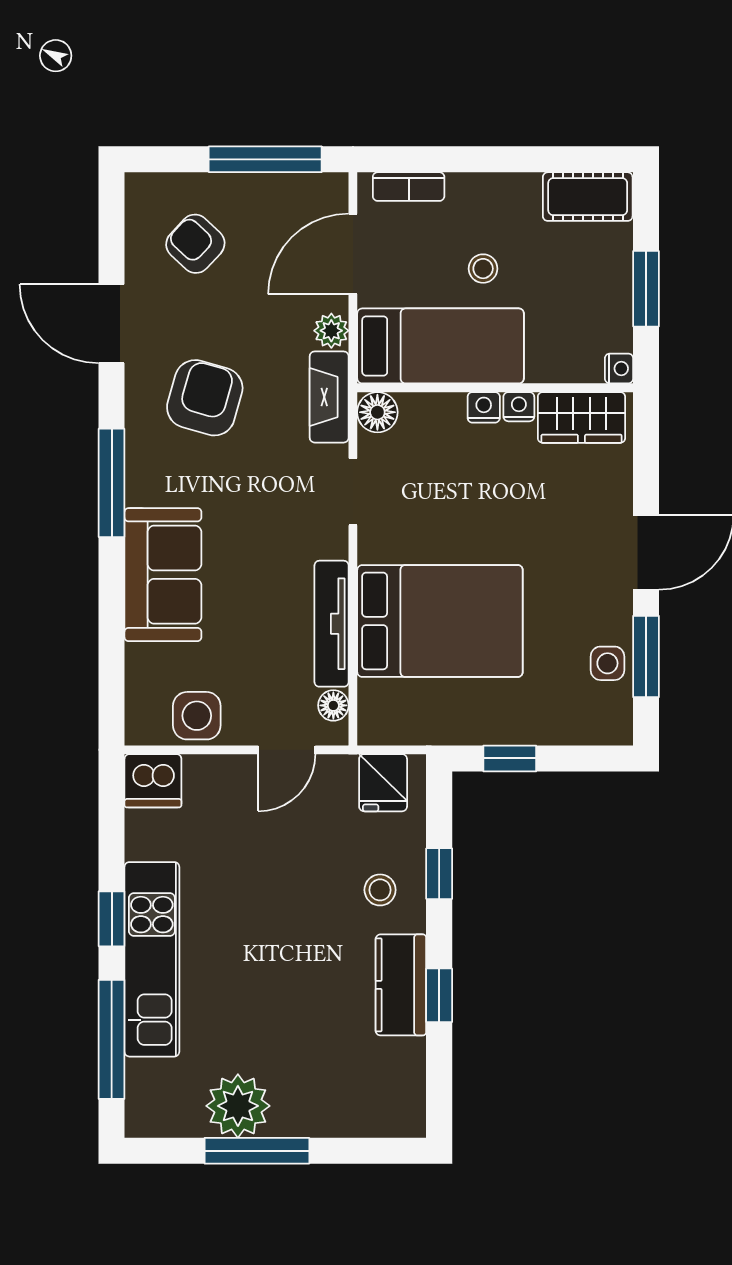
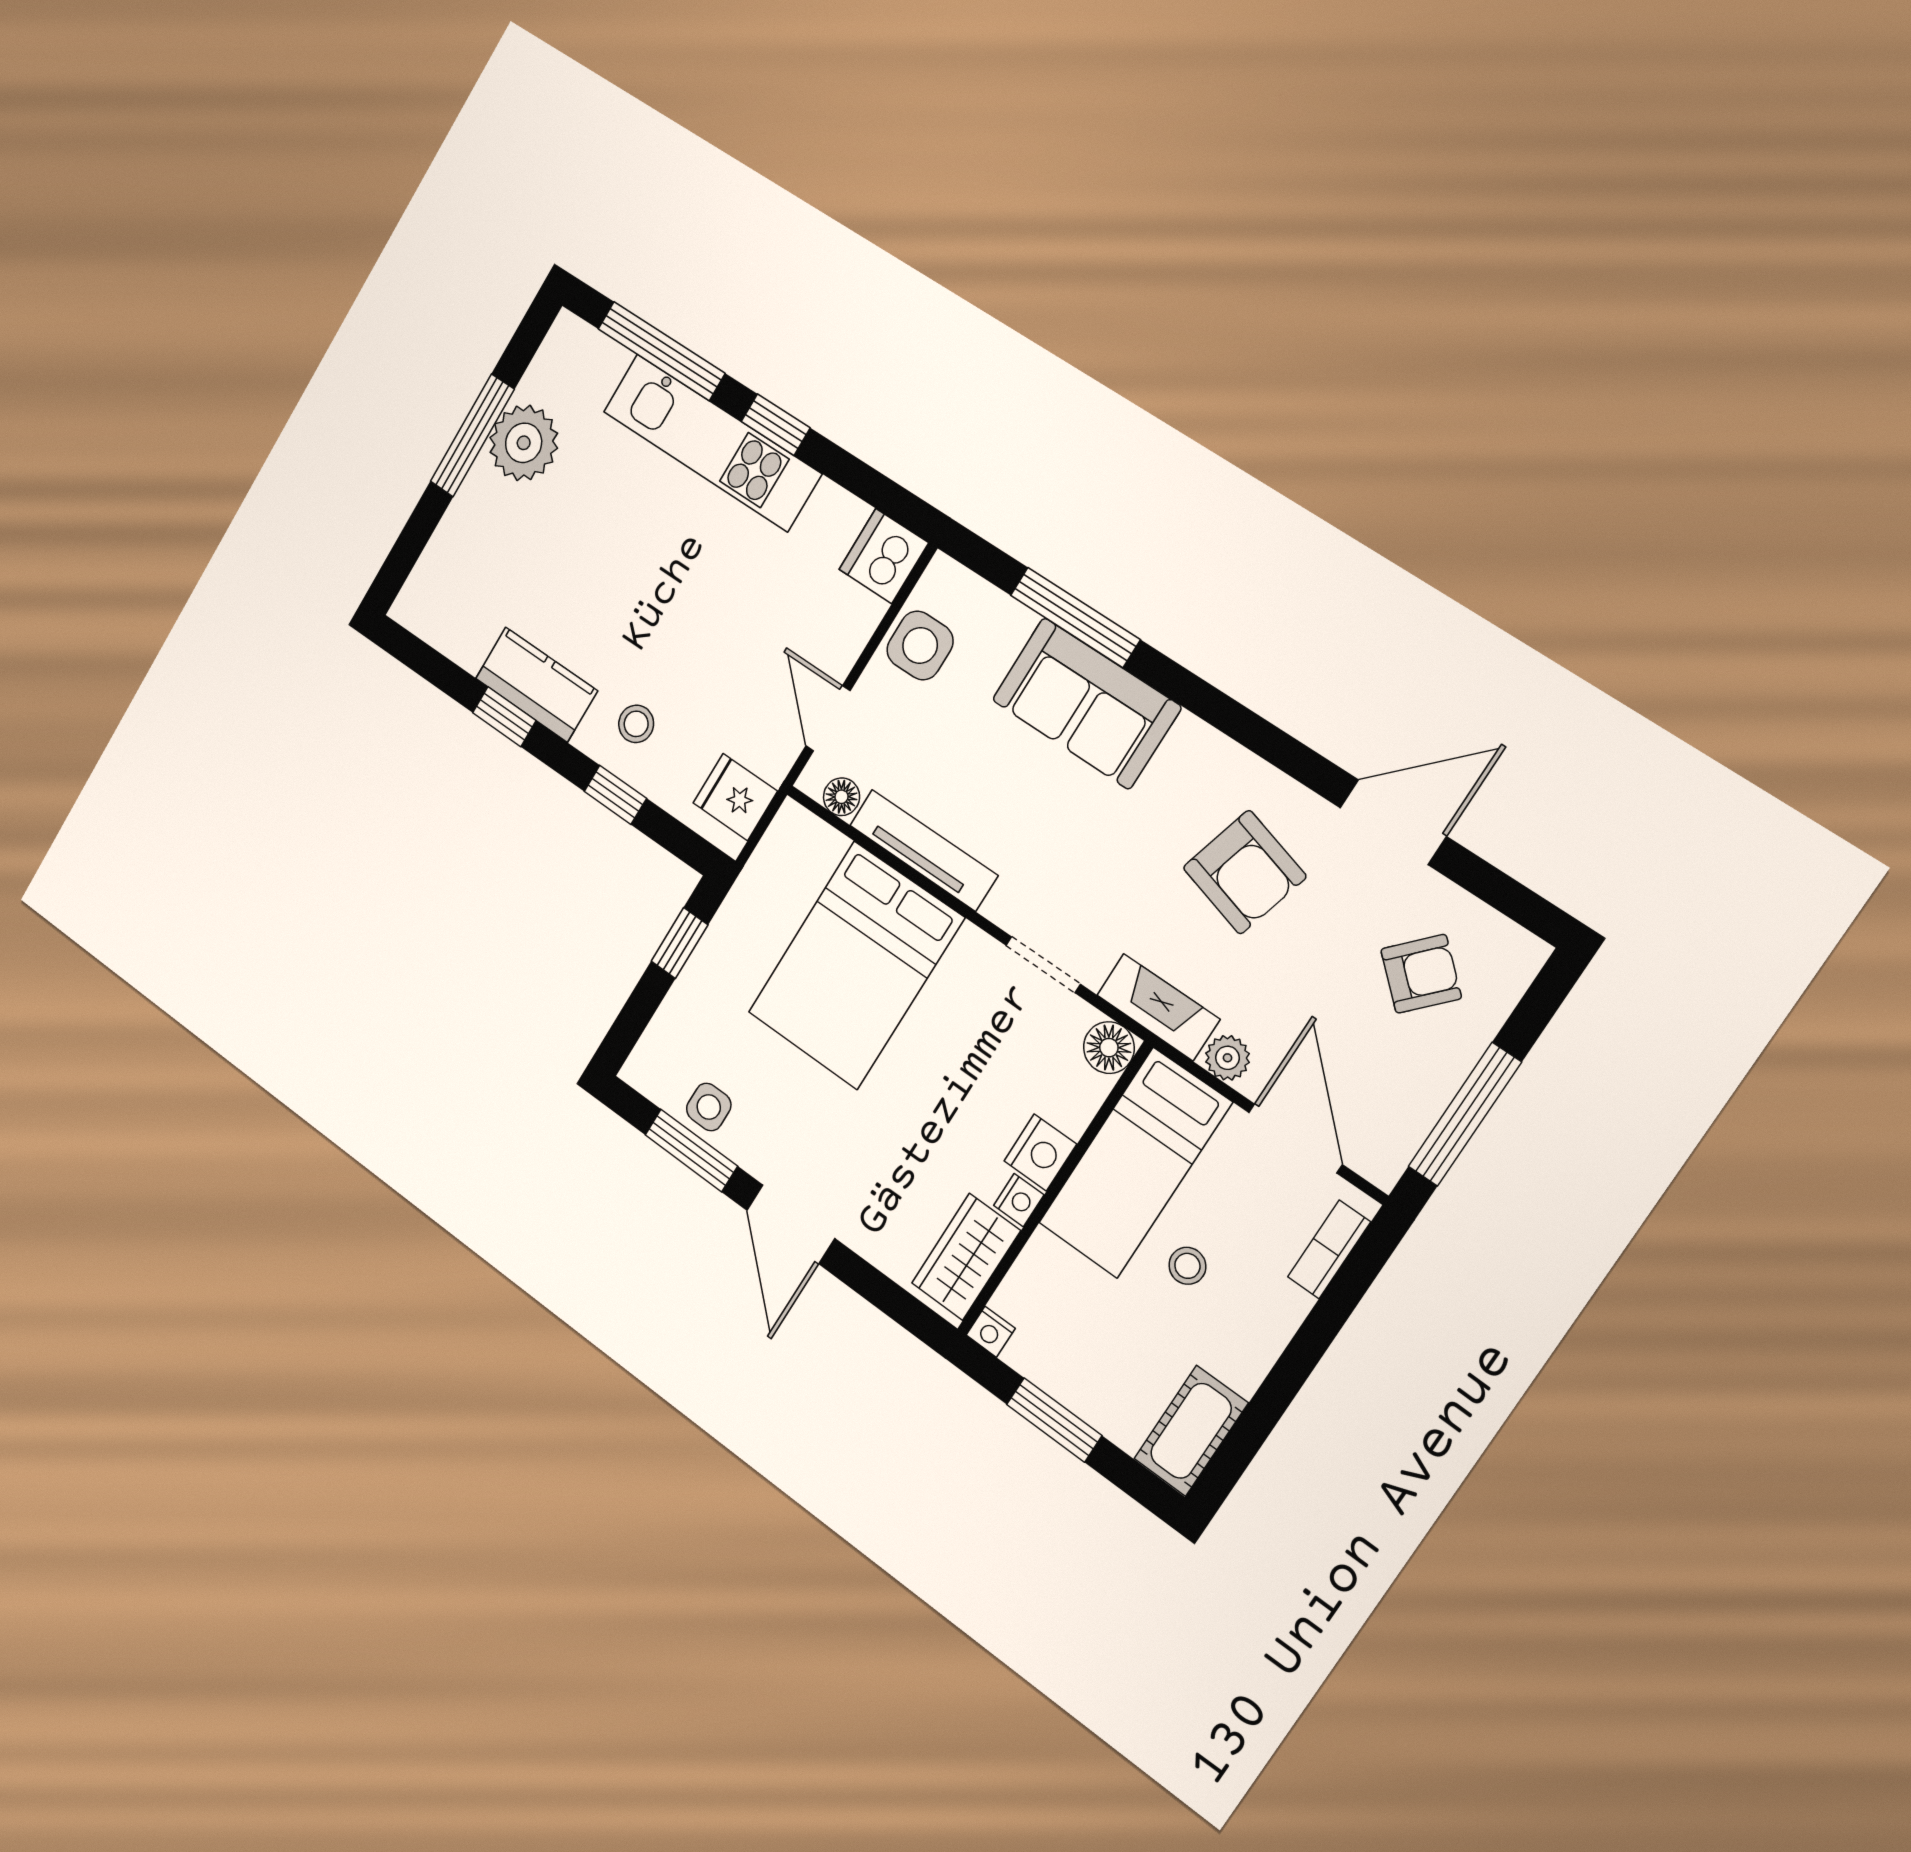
nightstand: (484, 407) -> (1040, 1153), width x1.39, depth x1.35
window: (112, 483) -> (1075, 617), moved

